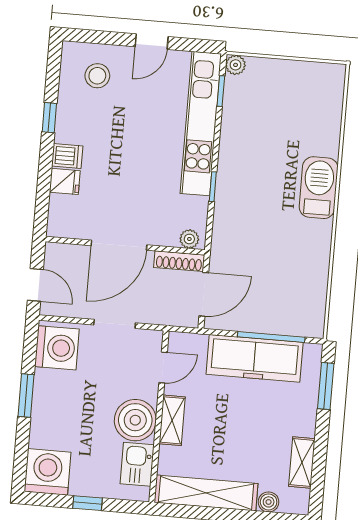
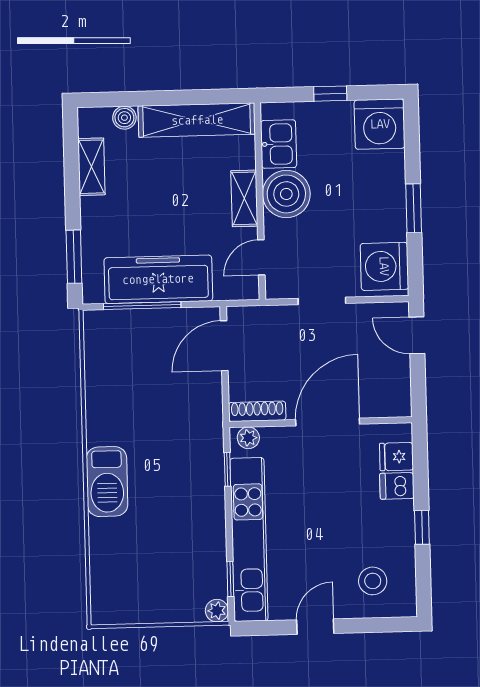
plant: (189, 239) -> (248, 438), moved
door: (119, 245) -> (328, 422), moved
wall: (125, 246) -> (321, 422), moved
shoe rack: (179, 261) -> (257, 411), moved

